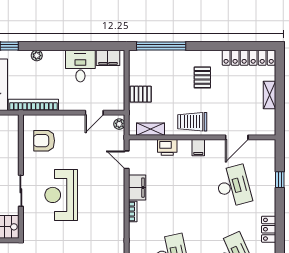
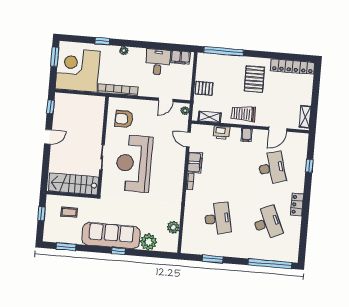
pallet: (202, 77) -> (254, 79), width x1.50, depth x1.42
shelving: (270, 95) -> (305, 117), moved
reception desk: (61, 195) -> (134, 163), width x1.36, depth x1.30

